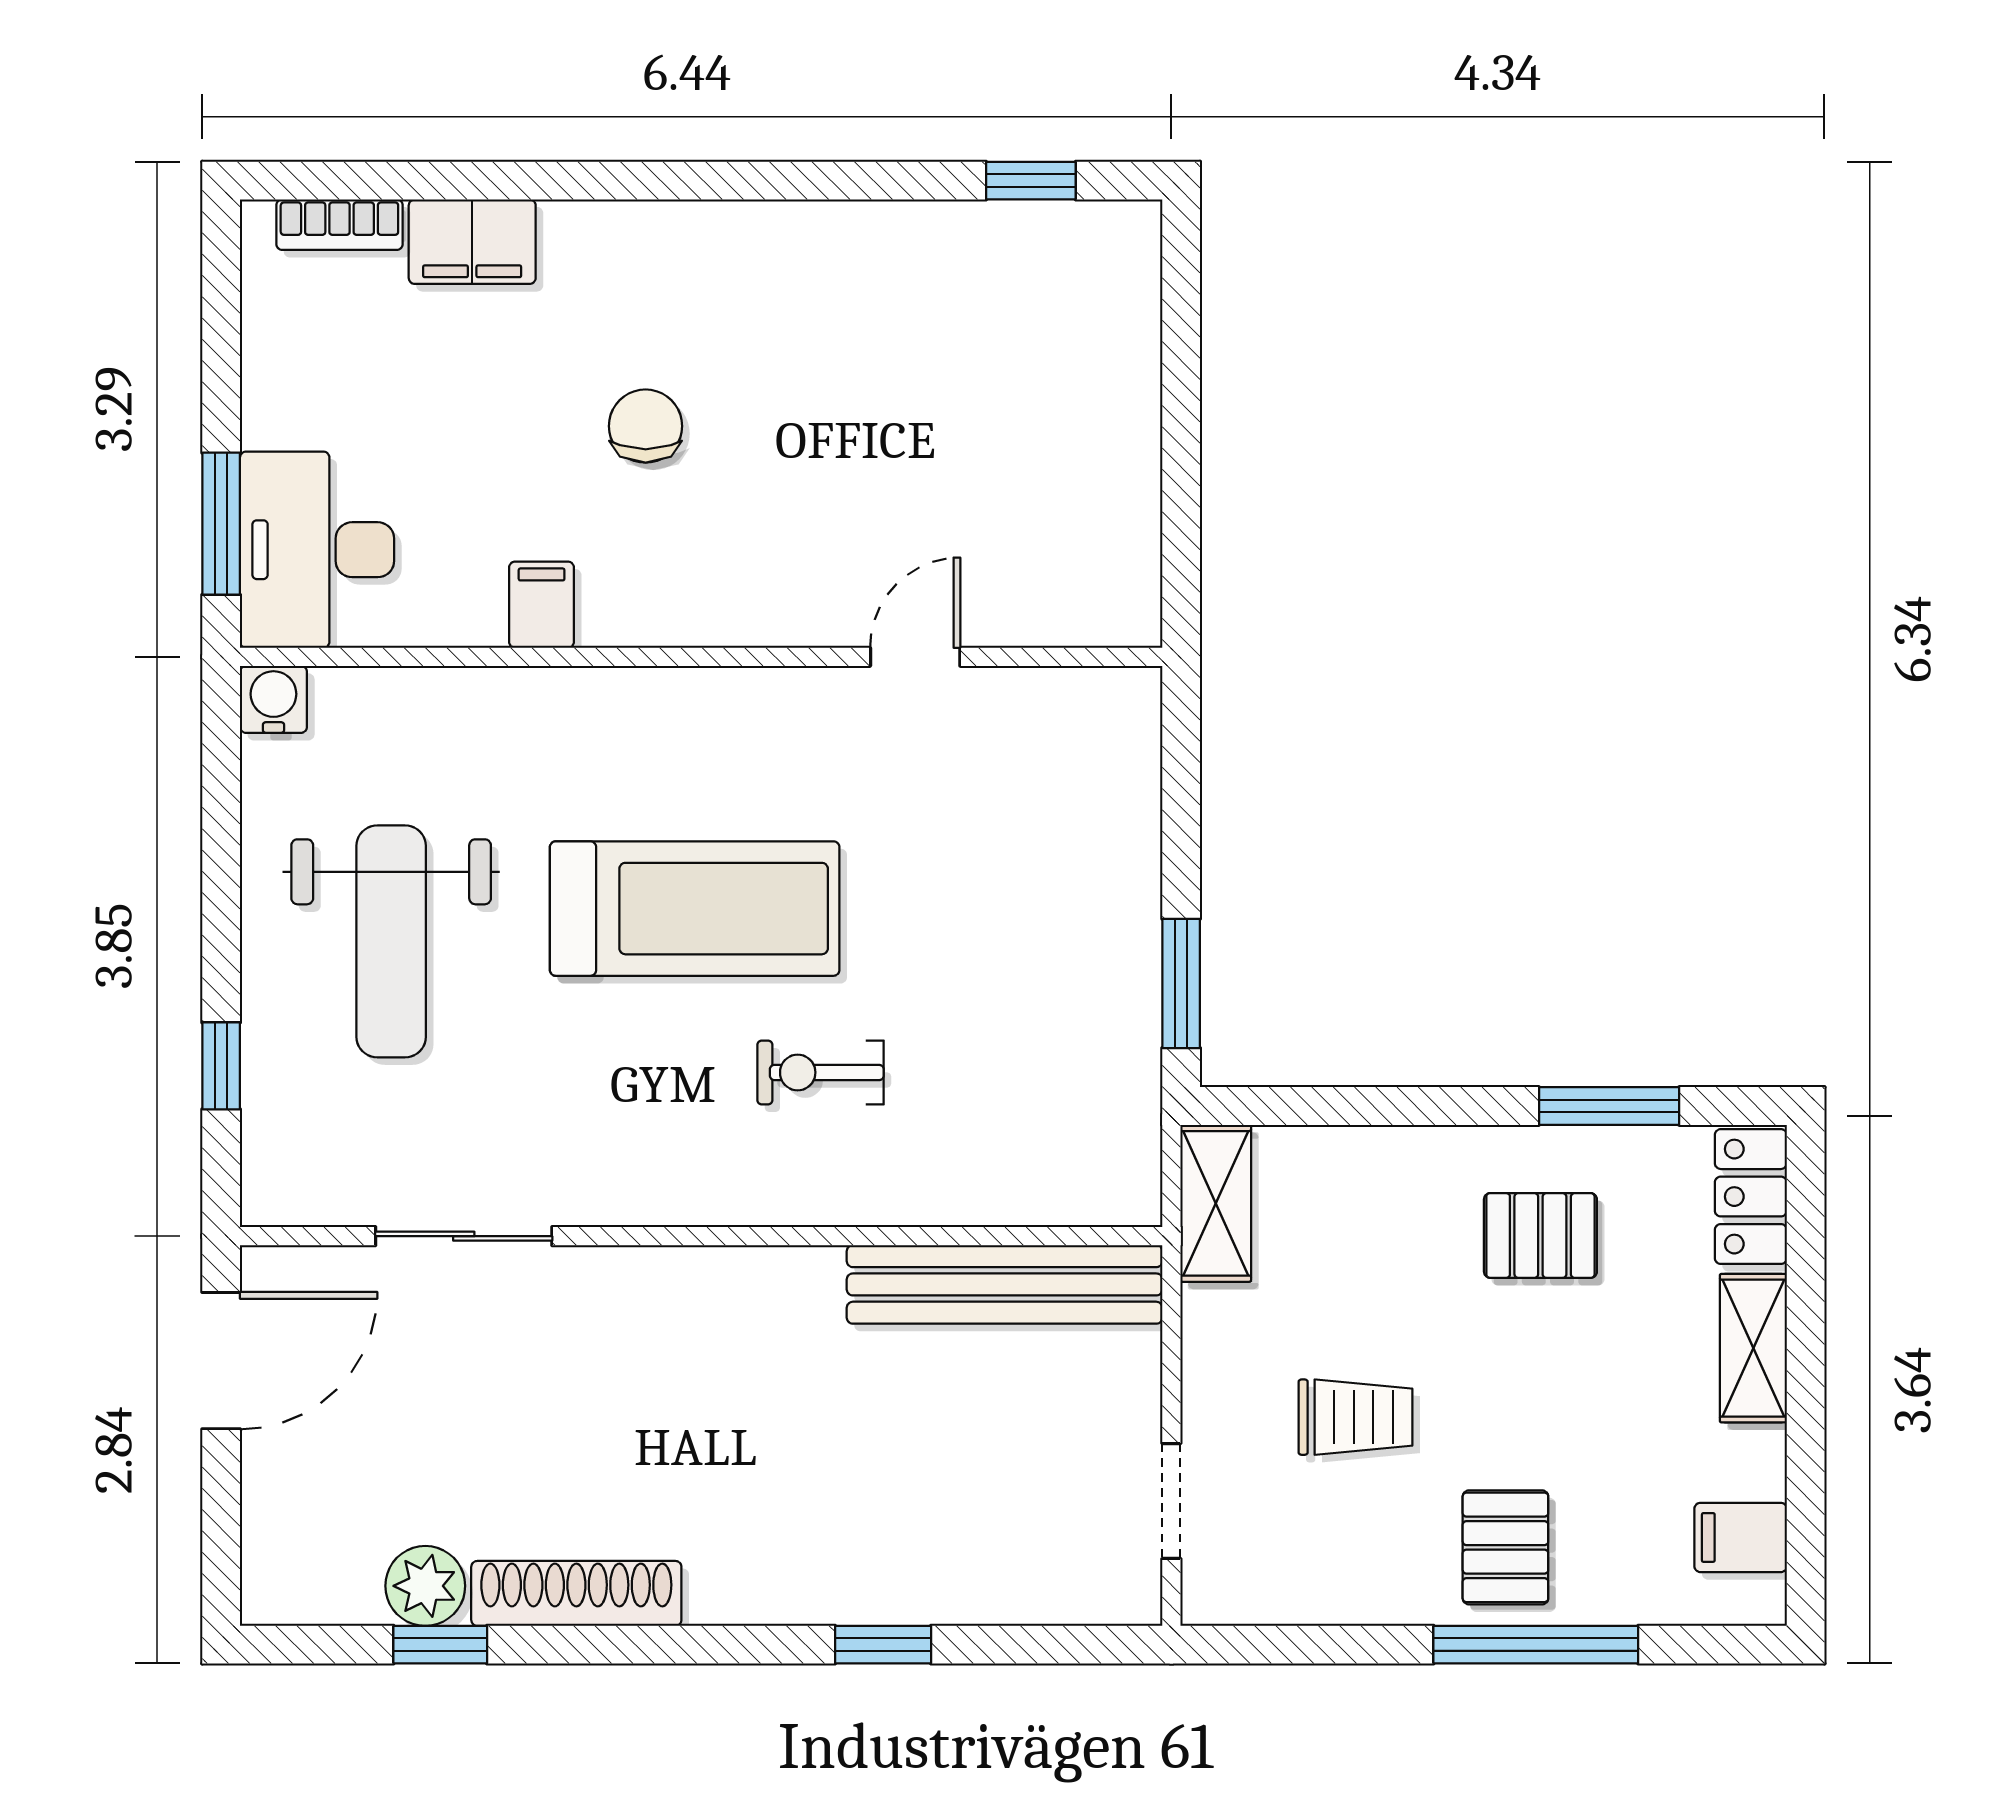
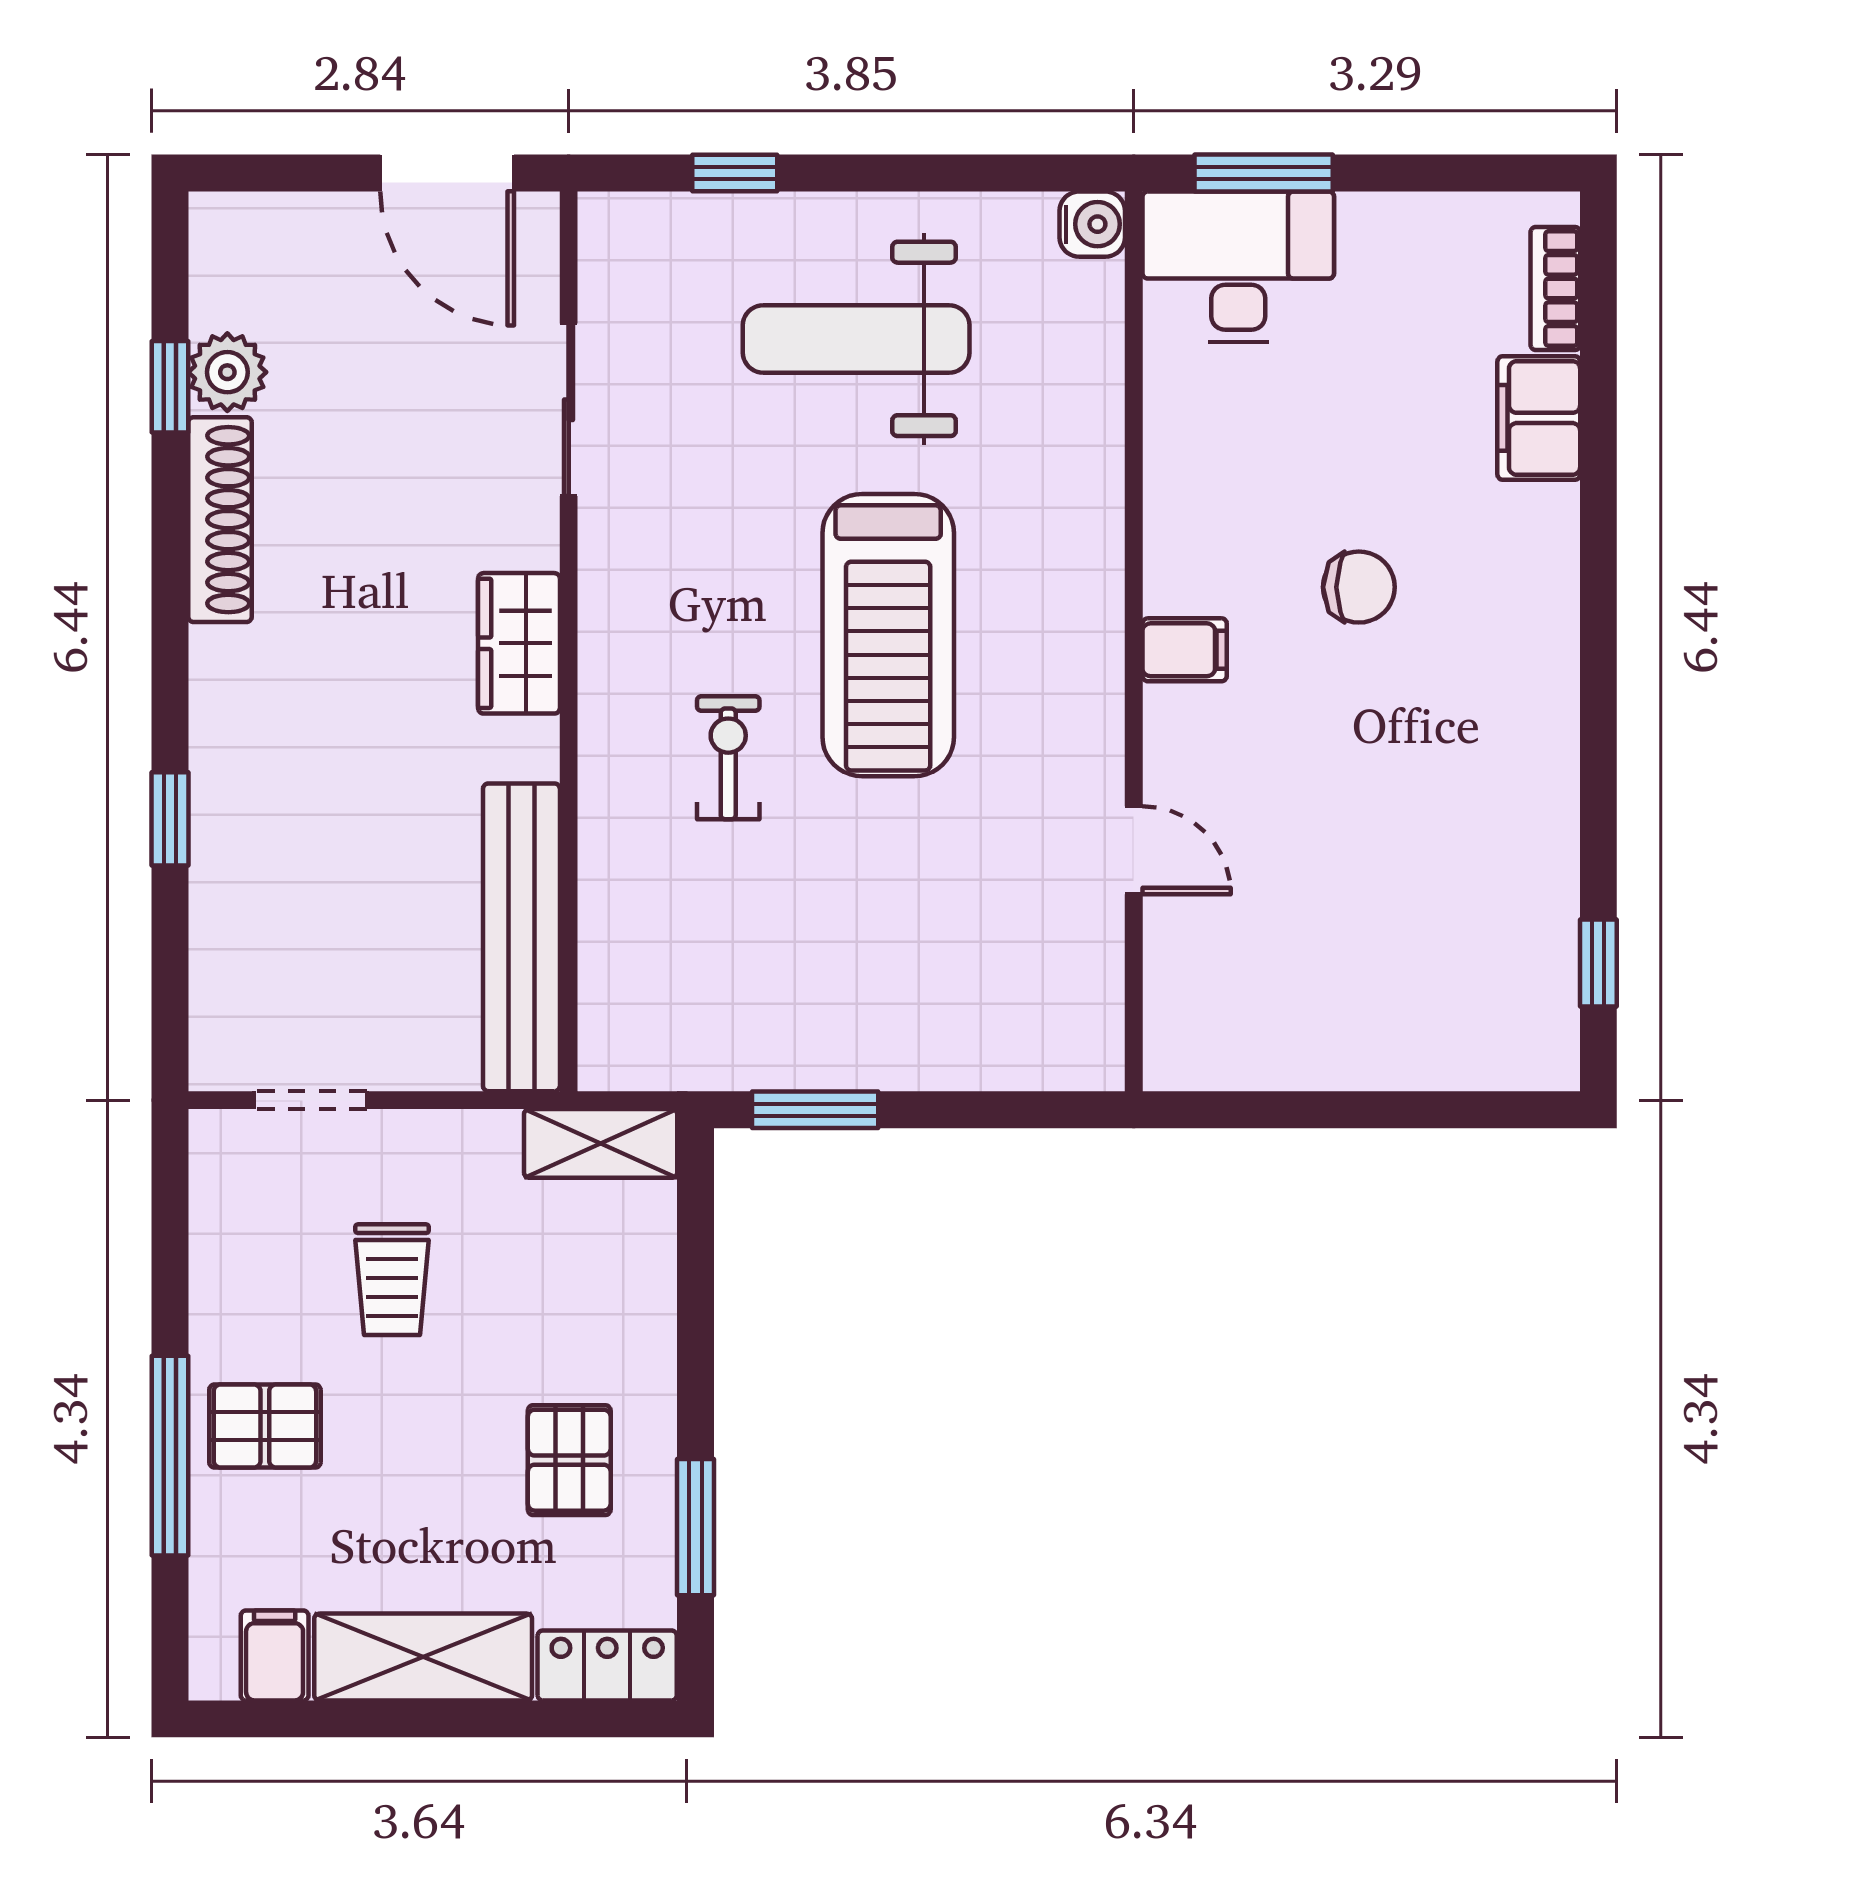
filing cabinet: (542, 605) -> (1185, 650), moved
wardrobe: (703, 1287) -> (519, 643), added
shelving: (1753, 1348) -> (423, 1657), width x1.50, depth x1.33

